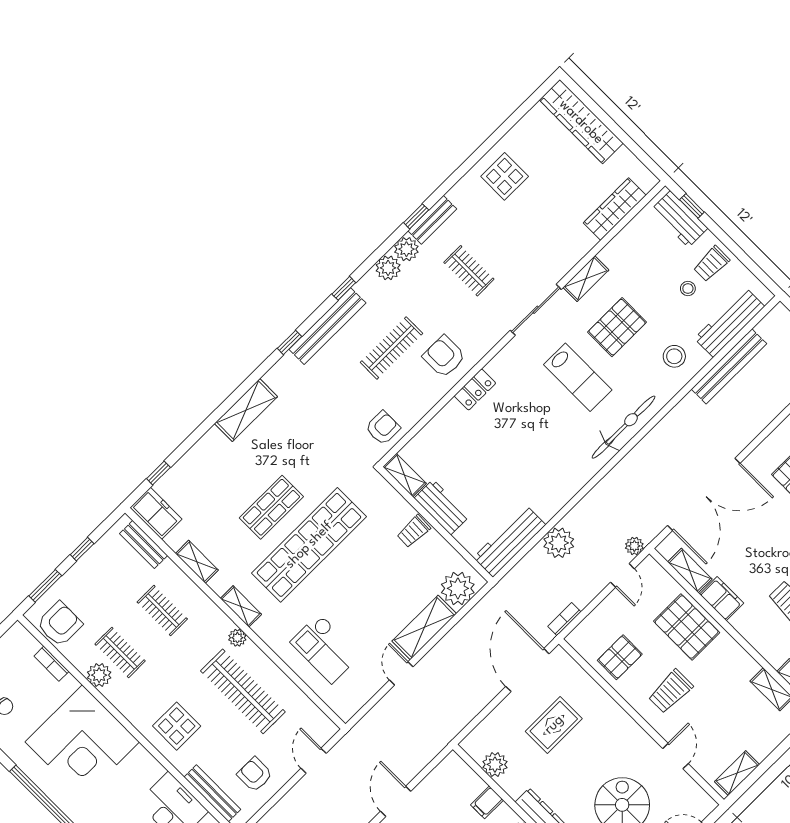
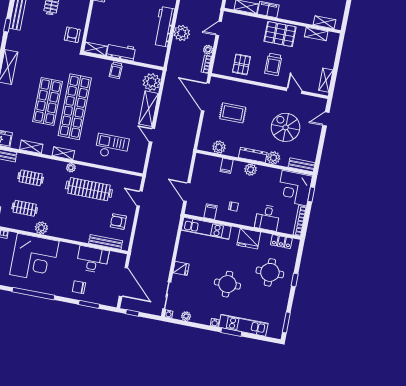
shop shelf: (271, 507) -> (47, 101), width x1.43, depth x1.36
workbench: (509, 541) -> (164, 27), moved
plant: (634, 546) -> (208, 50), moved
door: (622, 575) -> (219, 28), swing flipped
pallet: (687, 627) -> (280, 34), moved
checkout: (325, 648) -> (112, 147), turned 180
plant: (99, 675) -> (41, 228), moved
rug: (554, 725) -> (233, 113), turned 90
display table: (177, 726) -> (71, 223), removed

